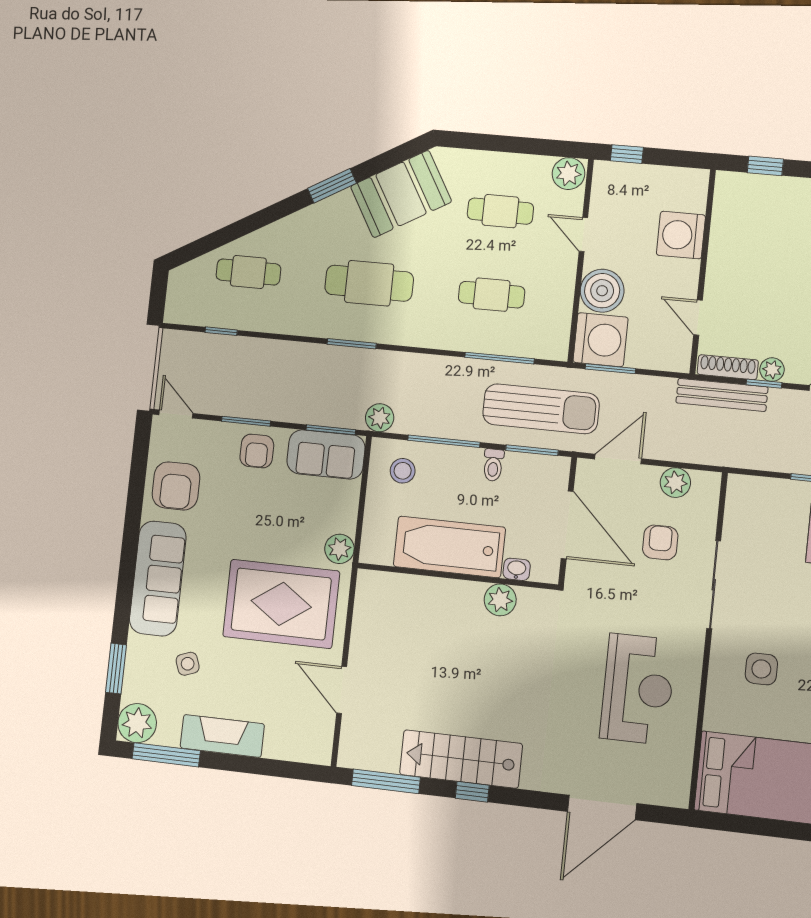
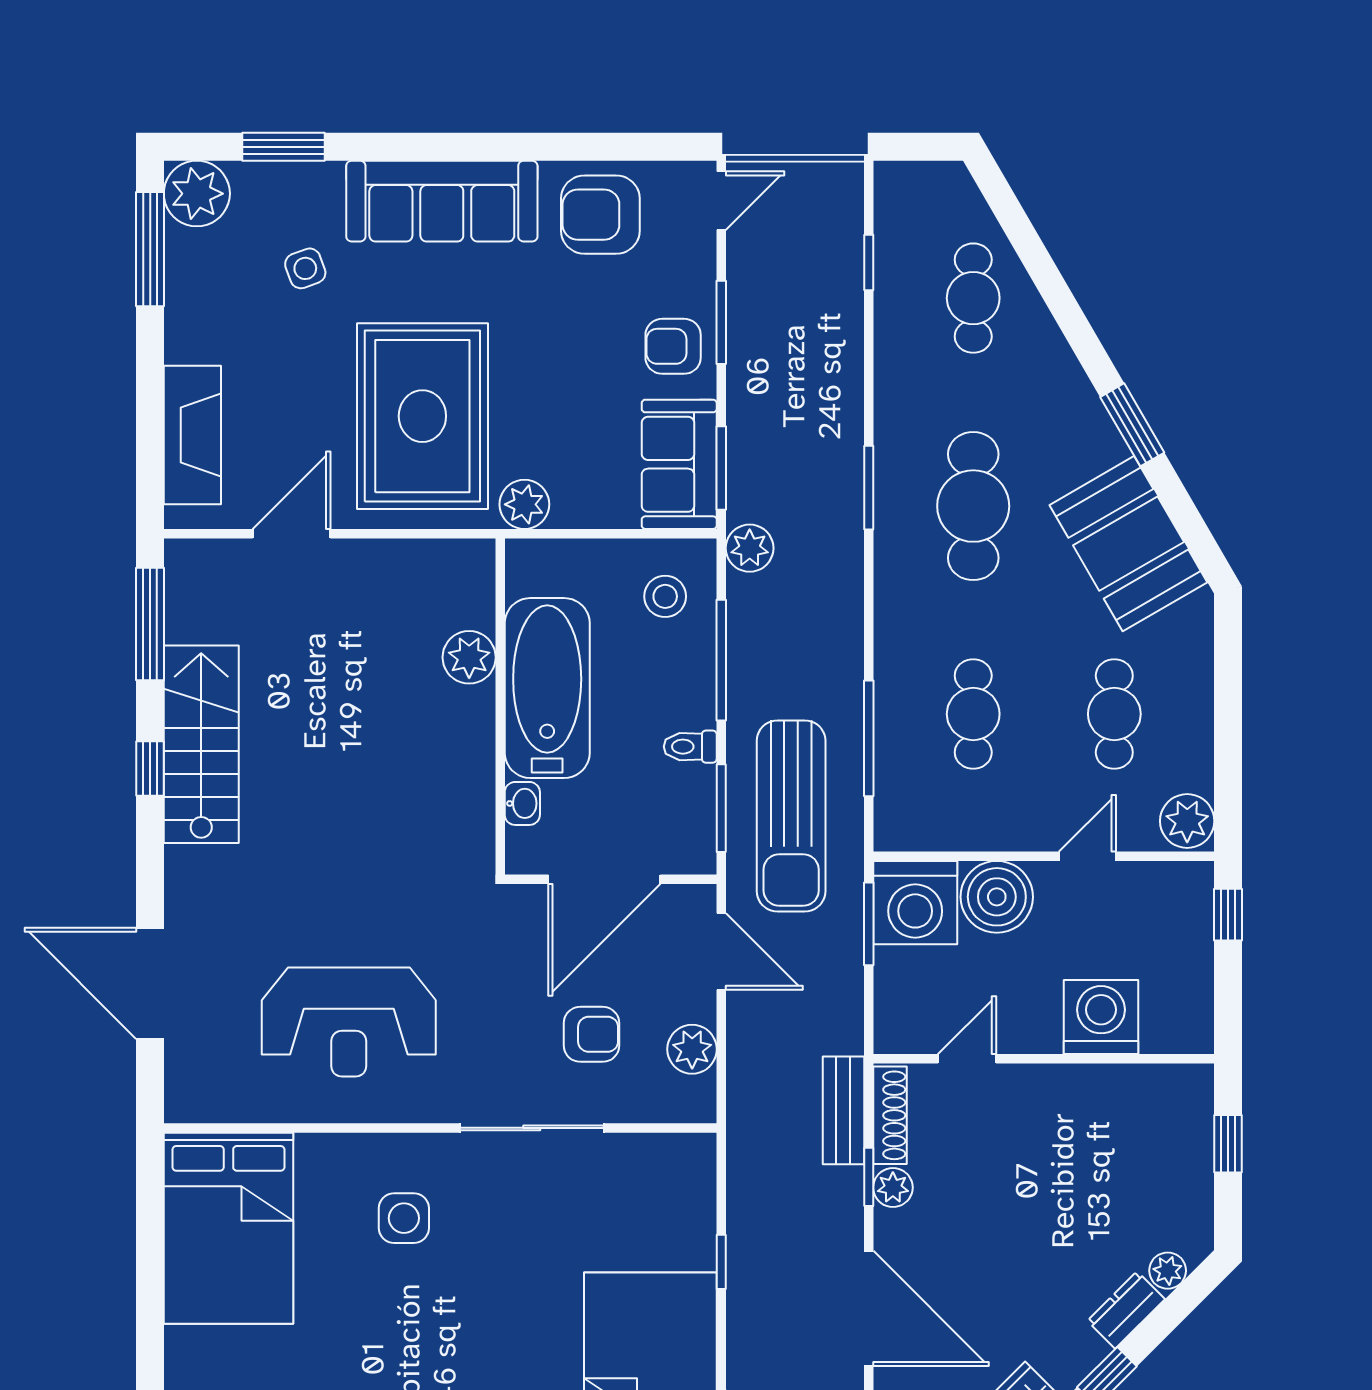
bench: (722, 395) -> (843, 1110), width x0.73
plant: (500, 600) -> (469, 657), moved
fireplace: (222, 736) -> (192, 435), moved

